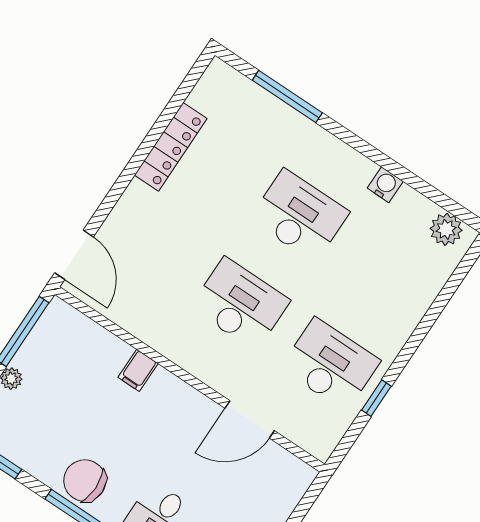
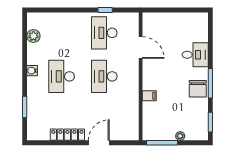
window: (287, 96) -> (25, 107), width x0.69
water cooler: (385, 185) -> (32, 71), moved
plant: (446, 229) -> (33, 36), moved
door: (74, 255) -> (99, 143), moved

